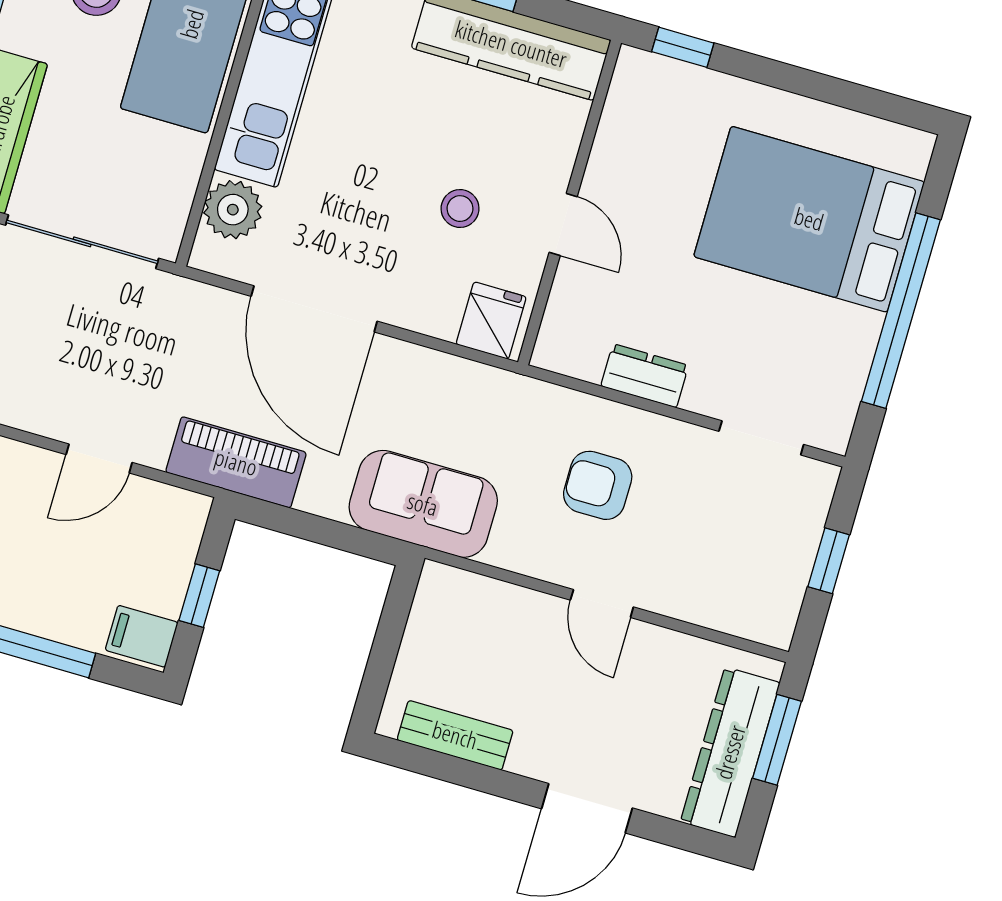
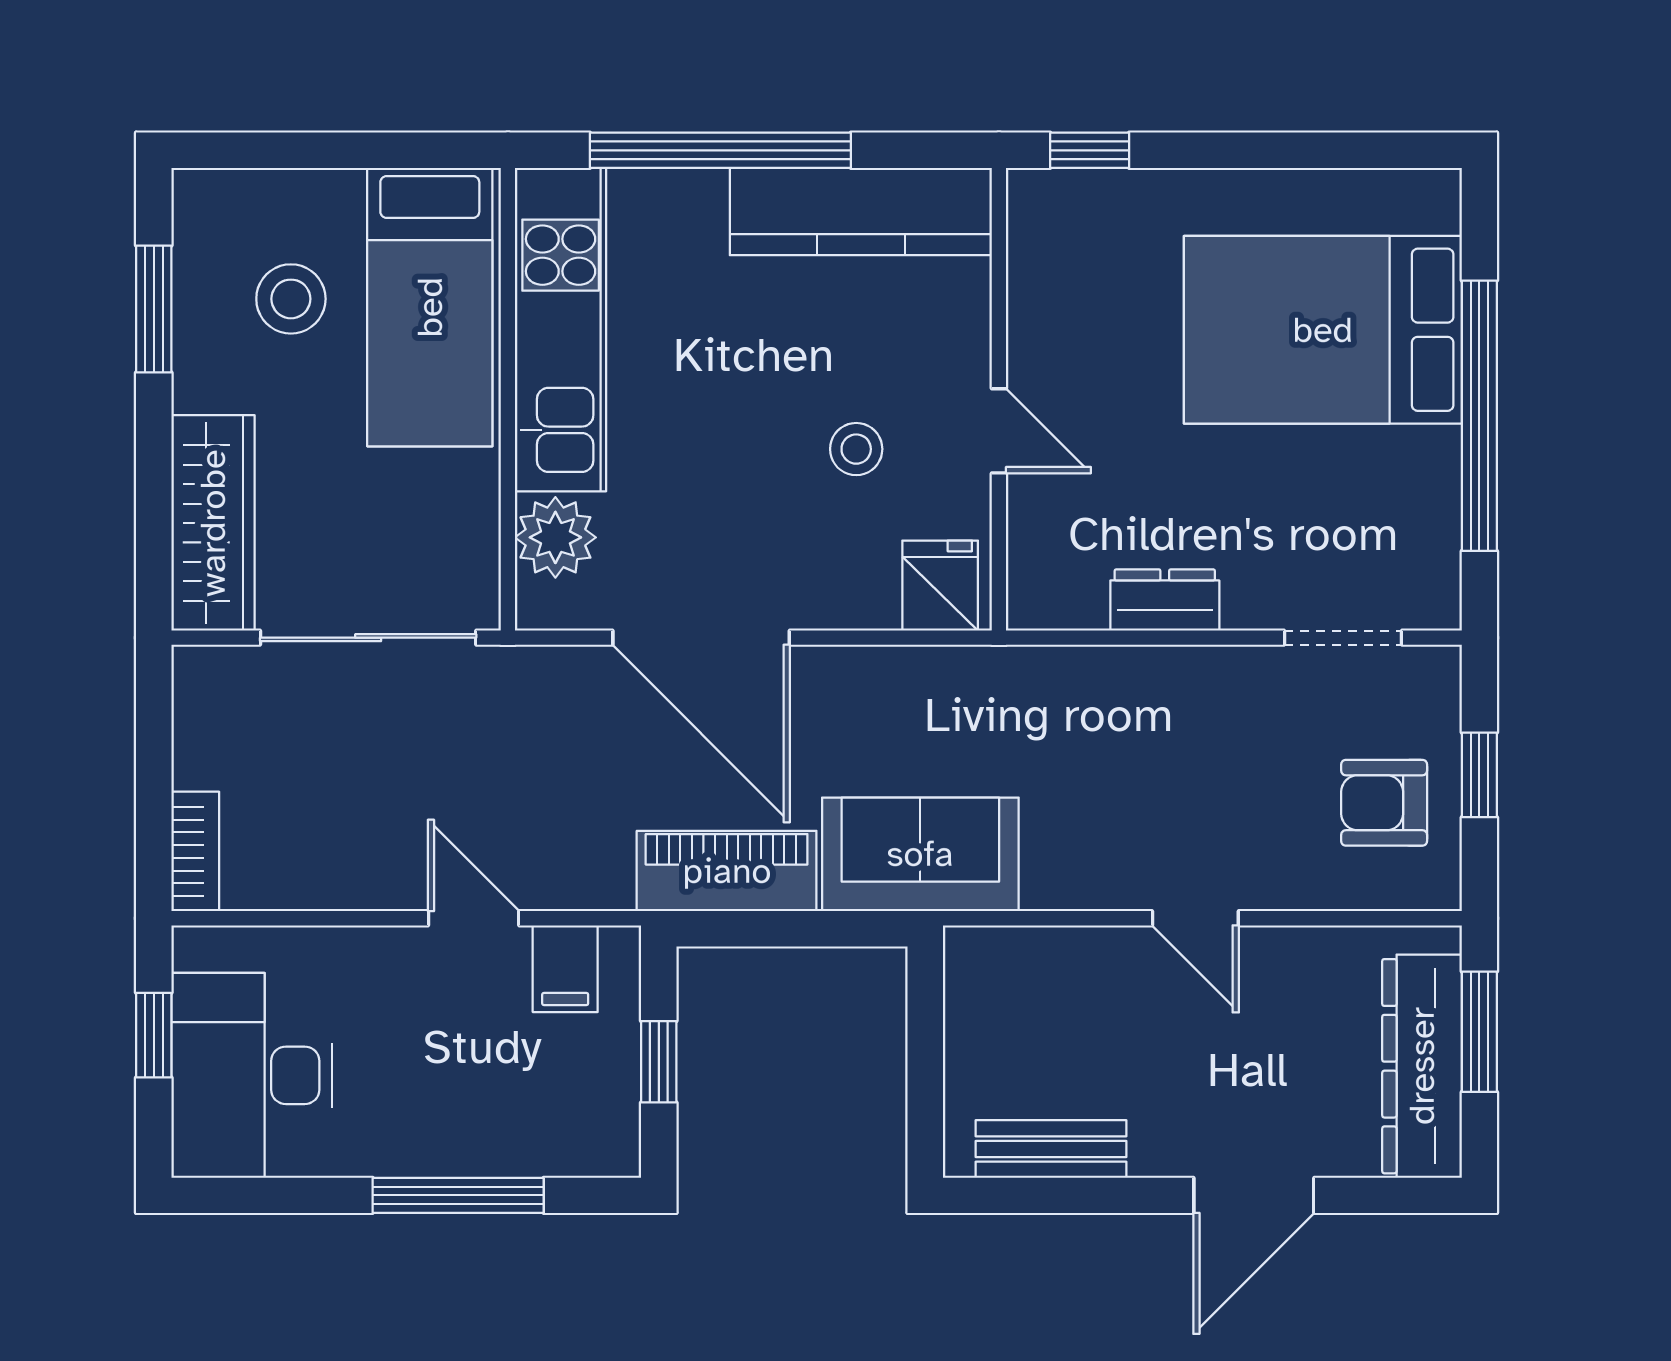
door: (99, 458) -> (474, 918), swing flipped
piano: (236, 462) -> (727, 871), moved
armchair: (598, 485) -> (1384, 803), moved
filing cabinet: (142, 636) -> (565, 969), moved, turned -90

